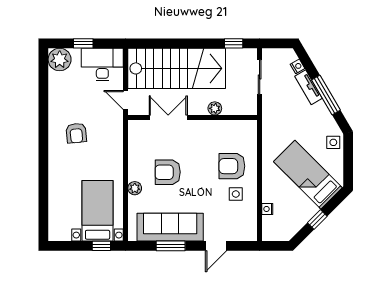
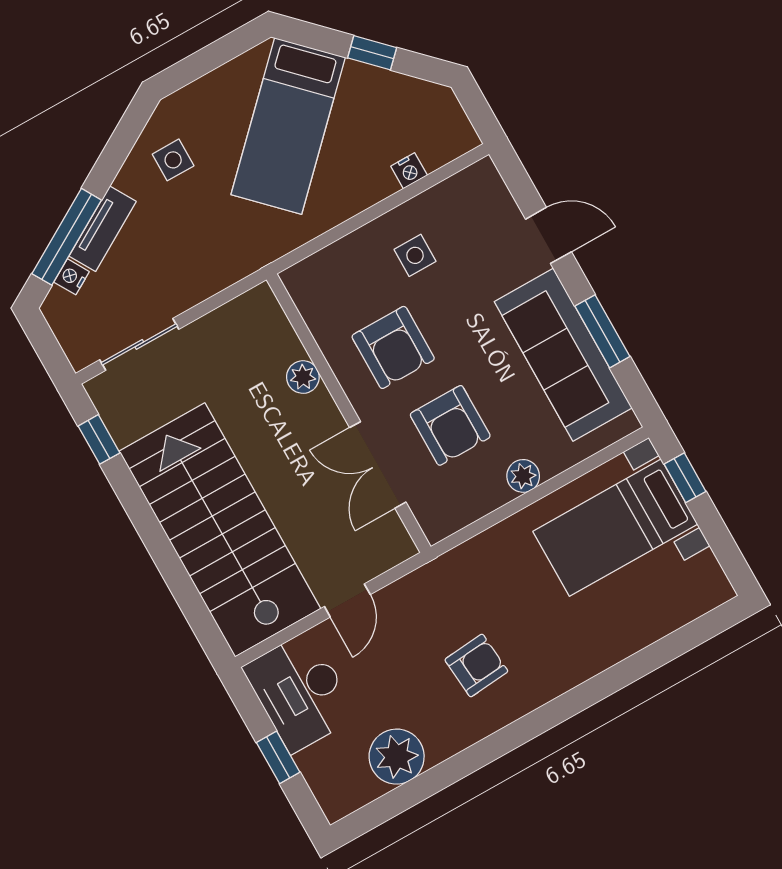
plant: (60, 59) -> (397, 757), moved
window: (326, 95) -> (67, 237), moved
plant: (215, 108) -> (303, 377), moved
double door: (168, 118) -> (378, 465), moved
wall: (193, 118) -> (349, 413), moved
side table: (333, 142) -> (173, 160), moved
armchair: (232, 166) -> (393, 347), moved

